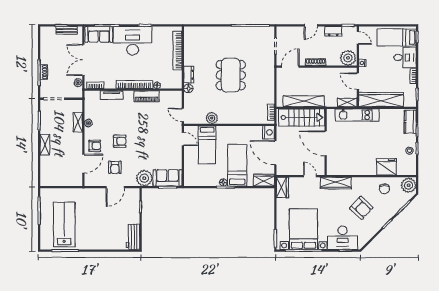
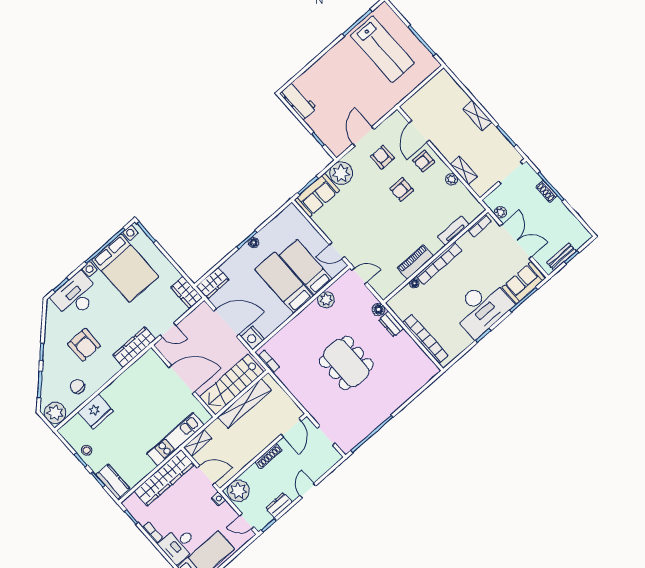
bed: (237, 165) -> (284, 283), moved, turned 180
armchair: (361, 208) -> (84, 345), turned -133

